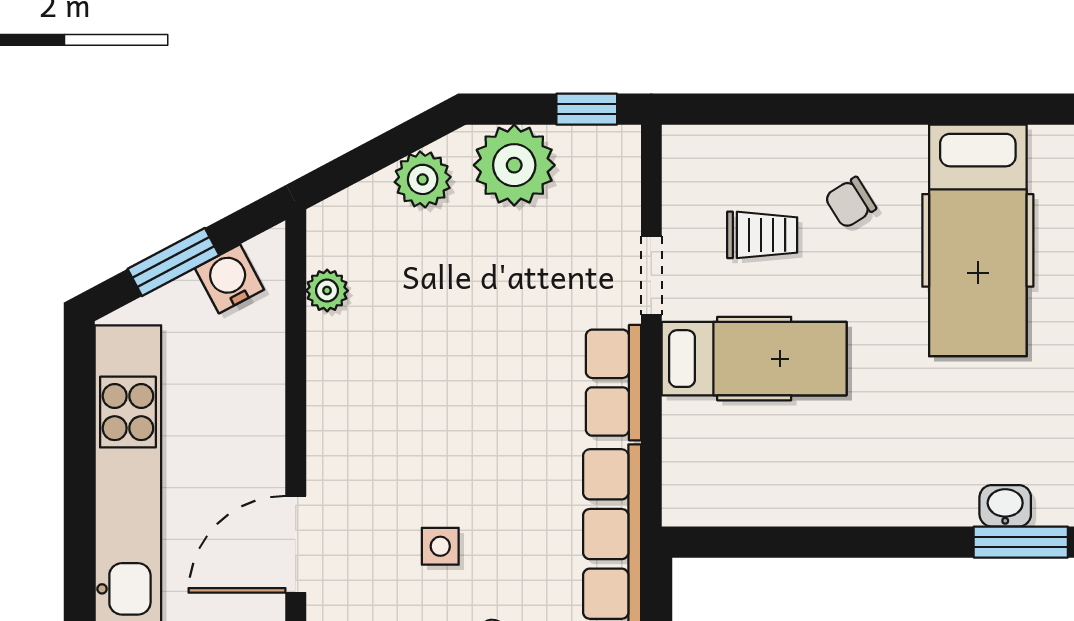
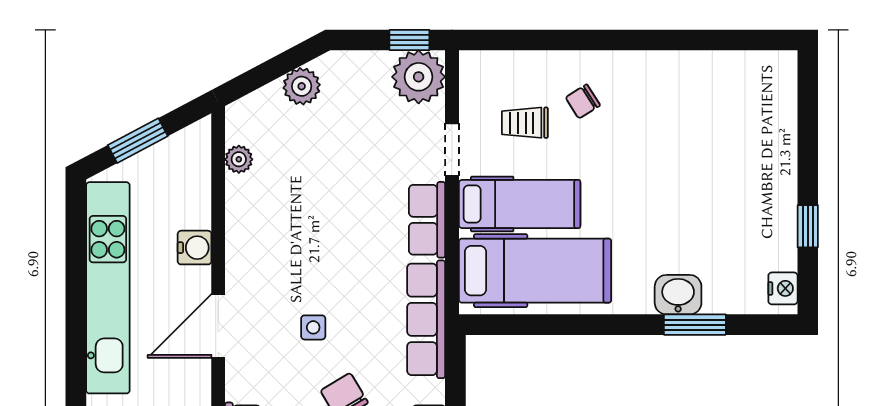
plant: (514, 165) -> (419, 77), moved
trolley: (762, 235) -> (525, 123), turned 180
hospital bed: (978, 240) -> (535, 271), moved, turned -90
water cooler: (229, 279) -> (195, 248), moved, turned 118
washbasin: (1005, 506) -> (678, 295), width x1.38, depth x1.45

